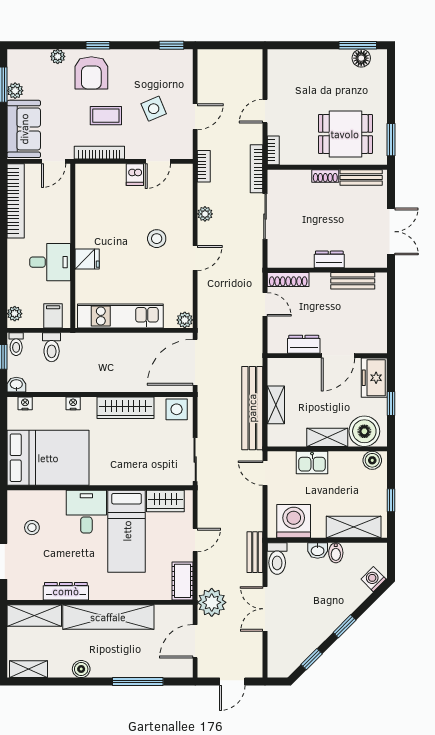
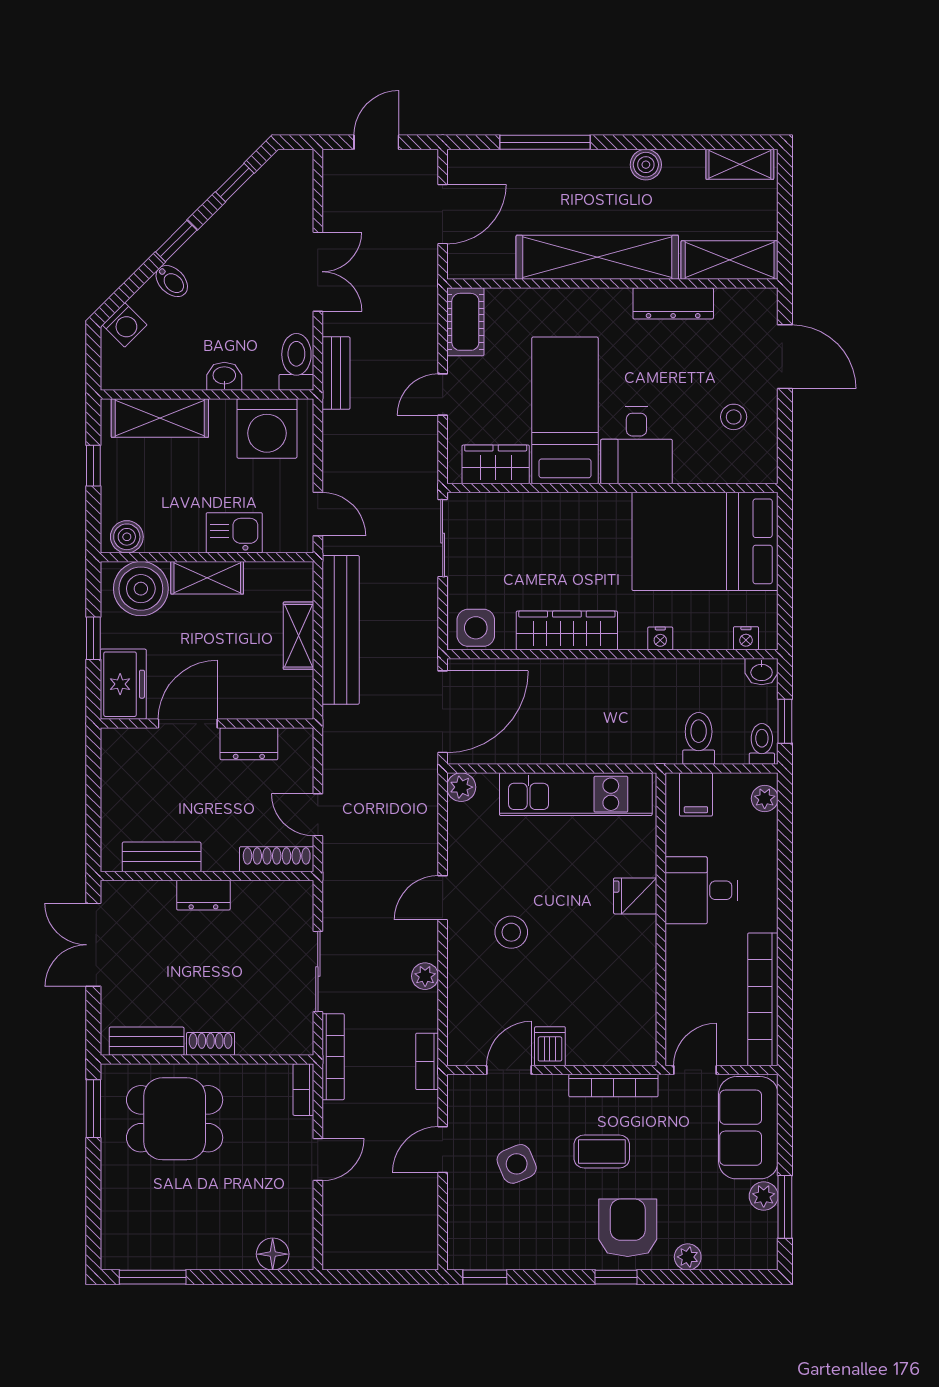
floor lamp: (361, 58) -> (273, 1254), moved
bidet: (336, 553) -> (172, 281), moved, turned 135
plant: (212, 602) -> (413, 283), removed

